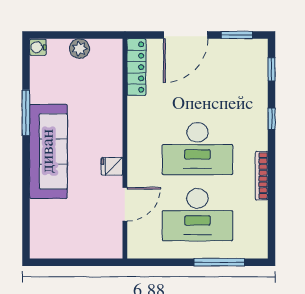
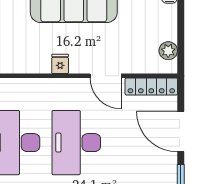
plant: (80, 49) -> (168, 51), moved
door: (125, 204) -> (106, 76), moved

